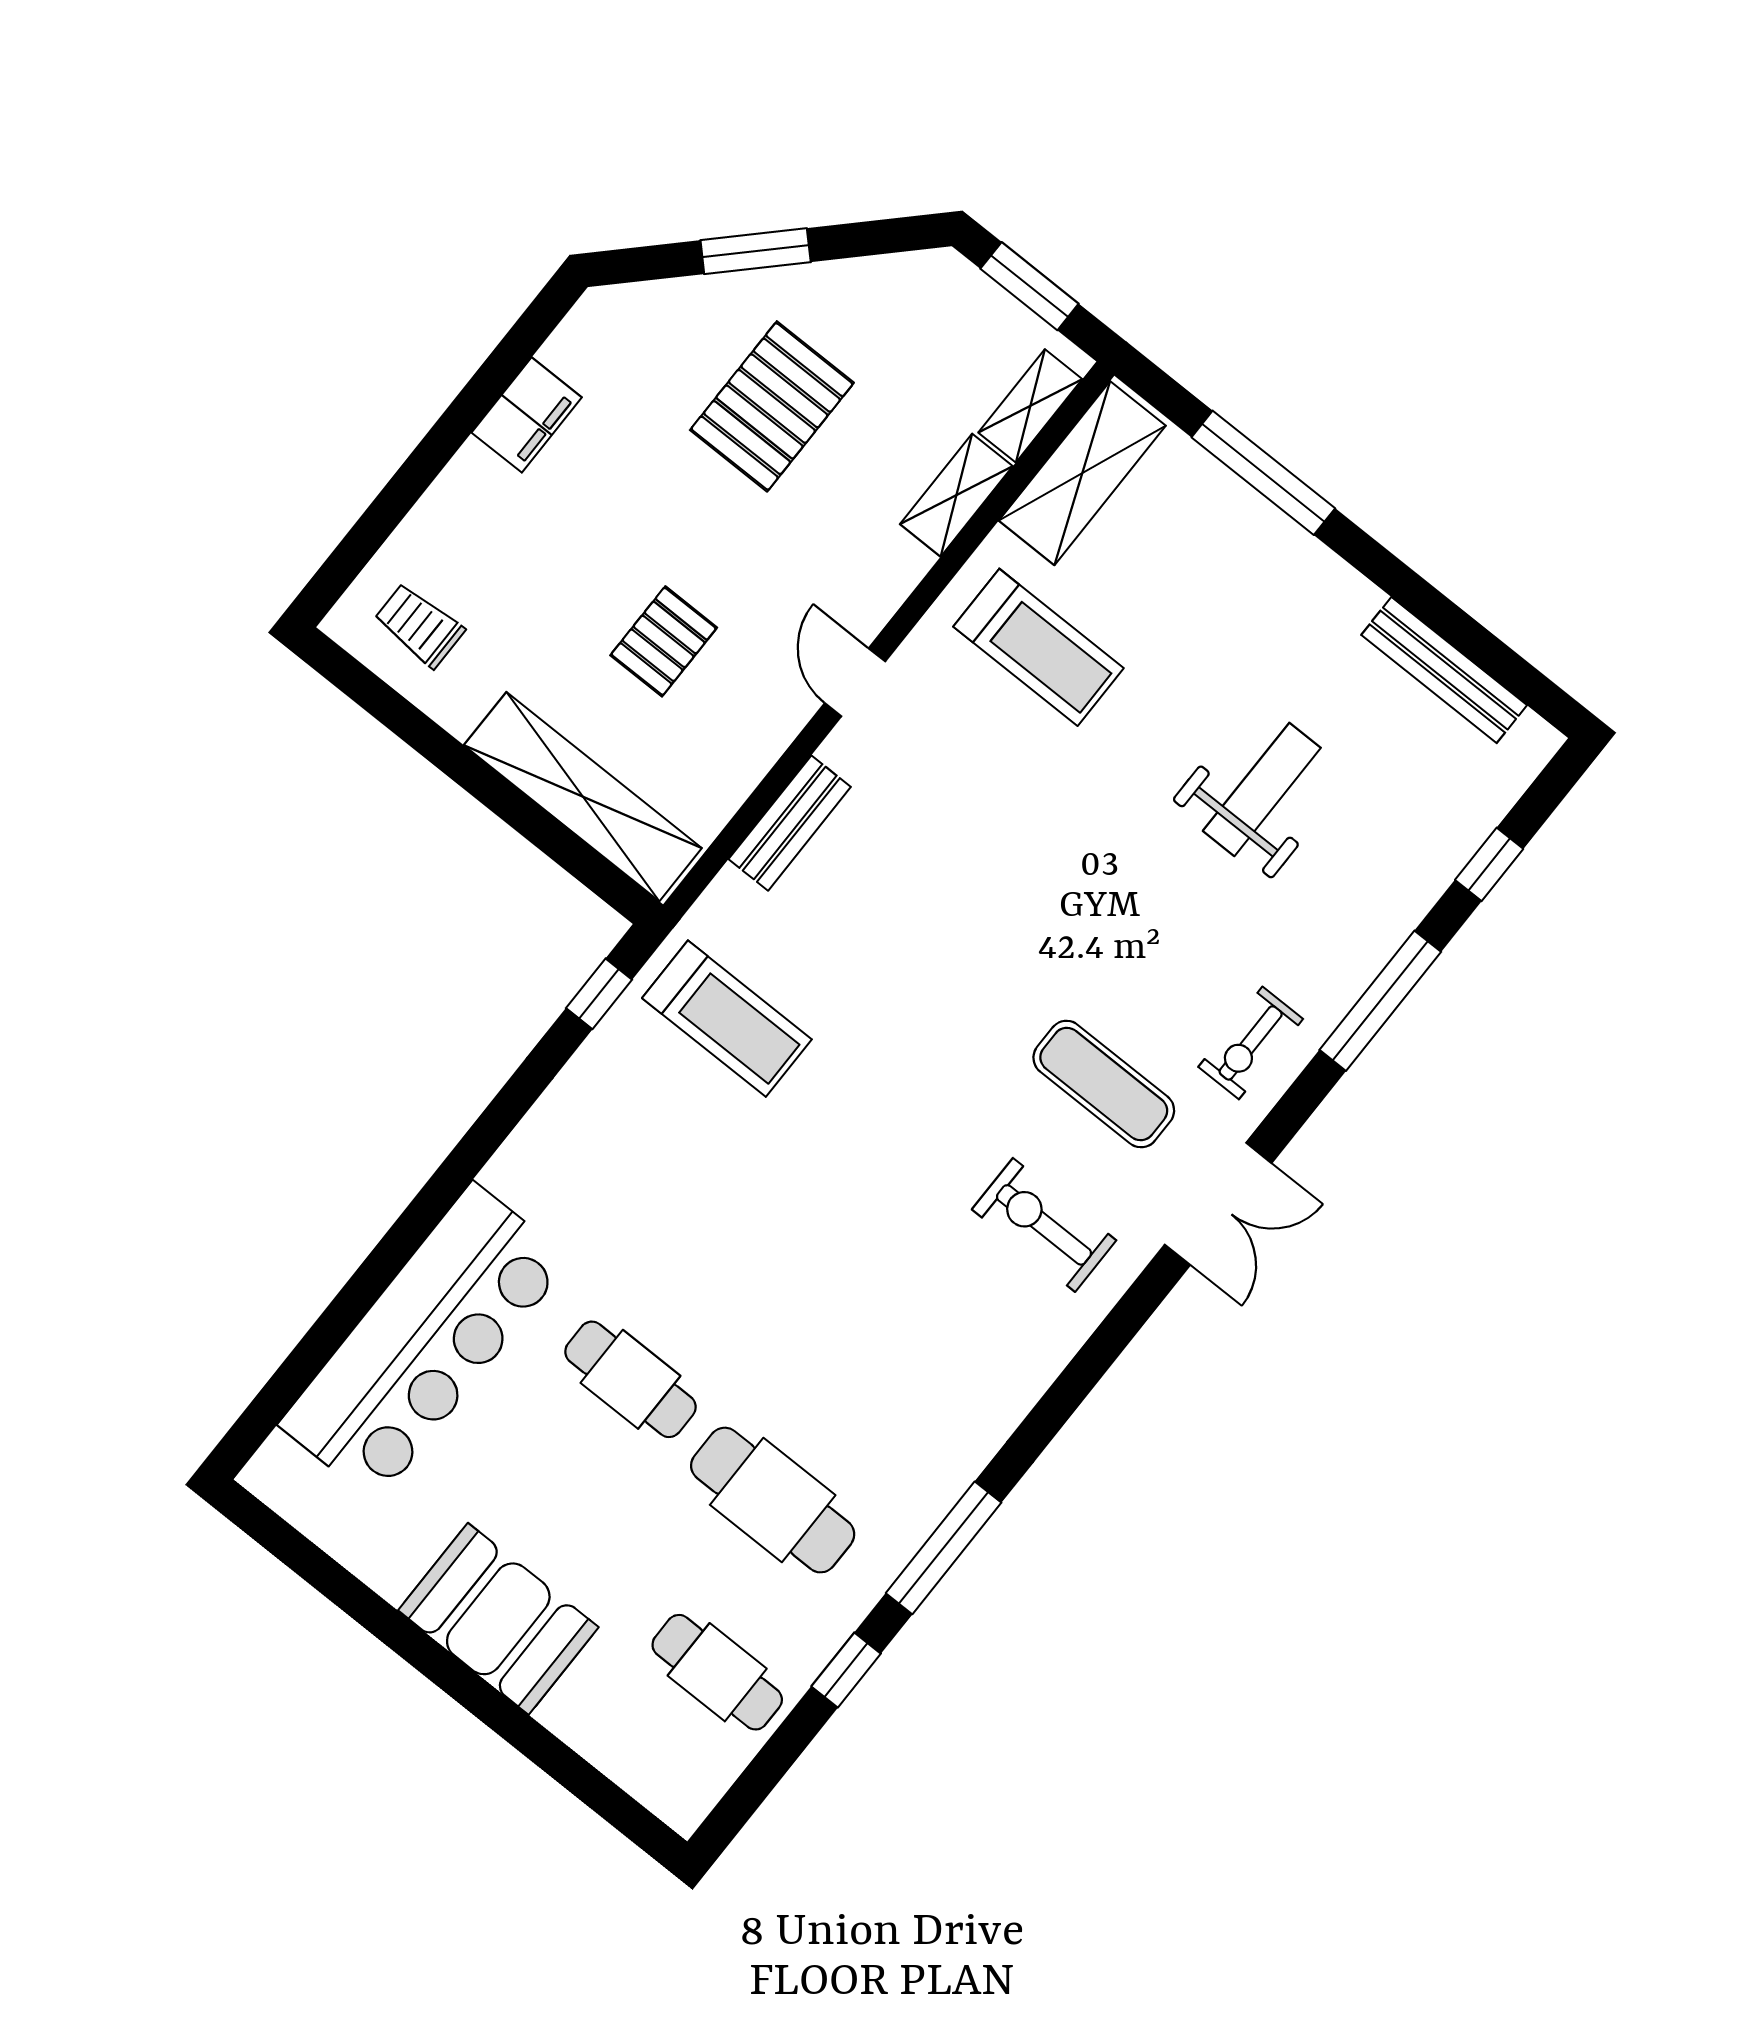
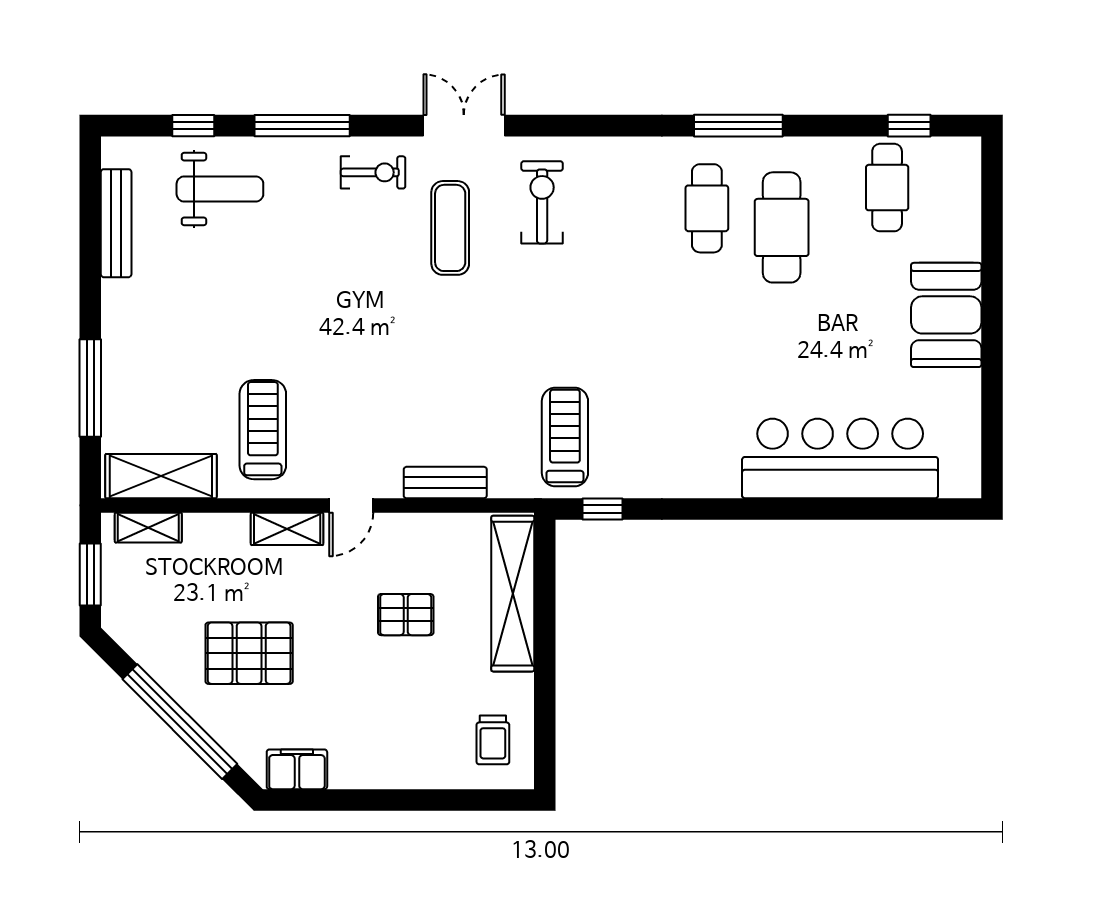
window: (756, 251) -> (180, 722), width x2.11
filing cabinet: (527, 415) -> (297, 769), moved
shelving: (956, 495) -> (287, 529), moved
weight bench: (1262, 789) -> (220, 189), moved, turned 180
exercise bike: (1044, 1225) -> (542, 202), turned 180
cafe table: (630, 1379) -> (707, 208), moved
window: (846, 1670) -> (909, 126), moved

